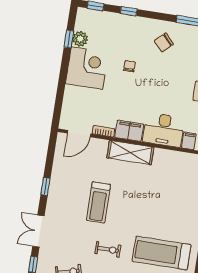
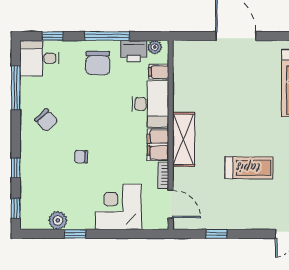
window: (69, 39) -> (75, 234), moved
corner desk: (87, 68) -> (118, 207), moved
window: (45, 186) -> (216, 234), moved

